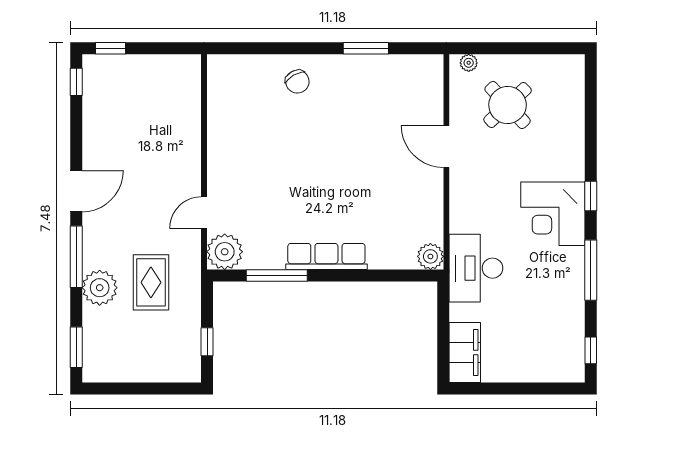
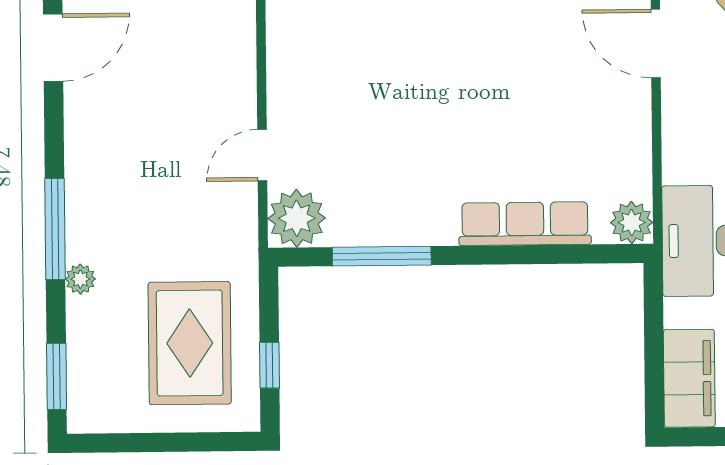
door: (76, 191) -> (53, 48), moved
row of seats: (326, 256) -> (525, 224), moved
rug: (151, 282) -> (190, 343), moved, width x1.36, depth x1.43
plant: (100, 288) -> (80, 279), width x0.53, depth x0.53

